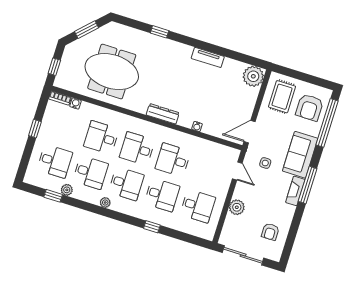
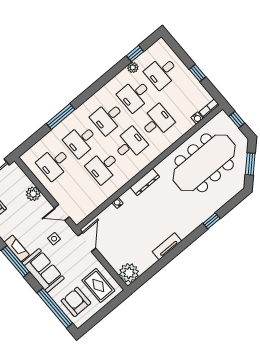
meeting table: (112, 72) -> (204, 163), width x1.36
desk: (173, 160) -> (103, 167), turned 180
plant: (105, 203) -> (103, 92), removed
window: (152, 227) -> (61, 116), width x2.17

